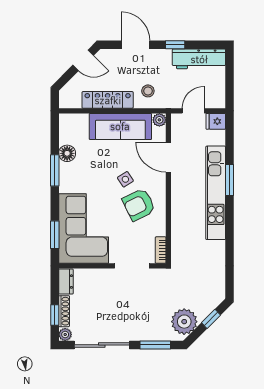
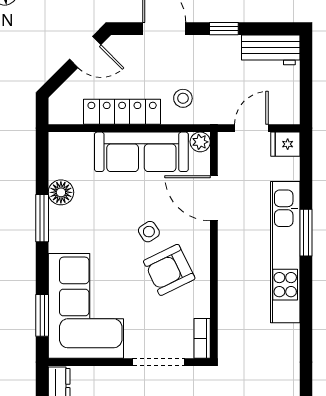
workbench: (199, 59) -> (271, 50), width x0.73

